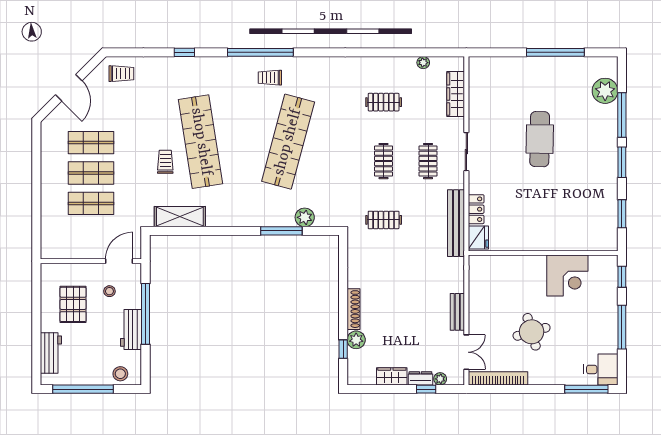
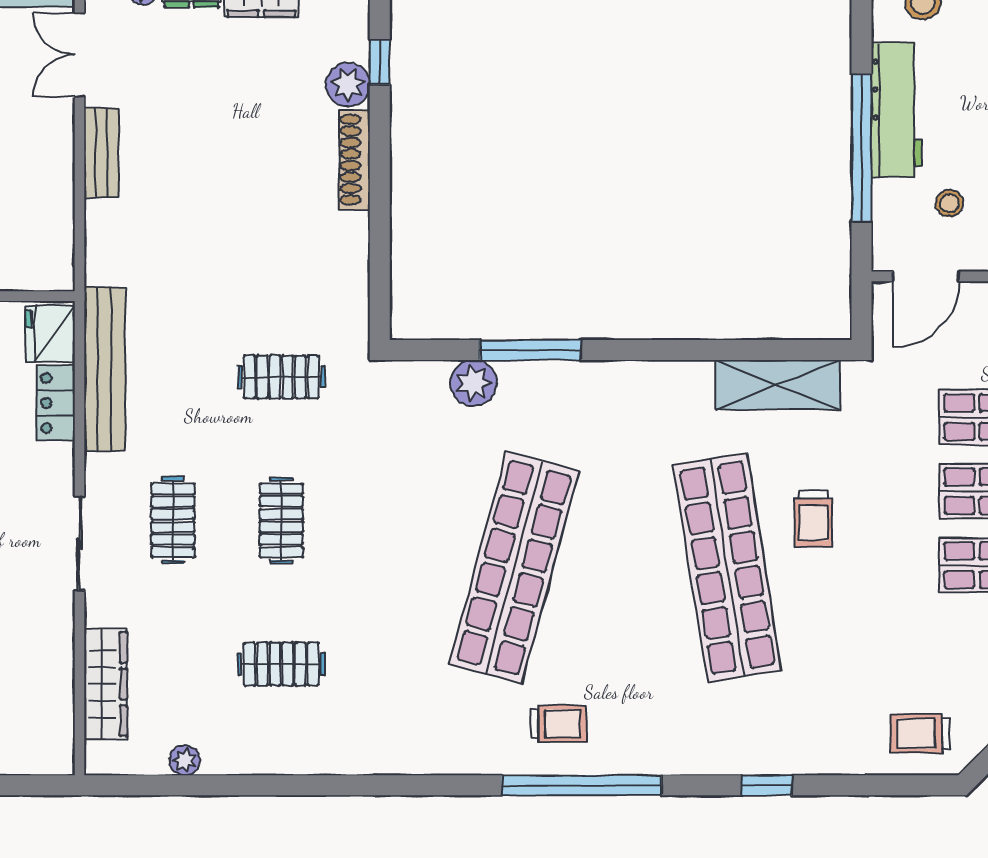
workbench: (131, 329) -> (897, 110), width x1.38

